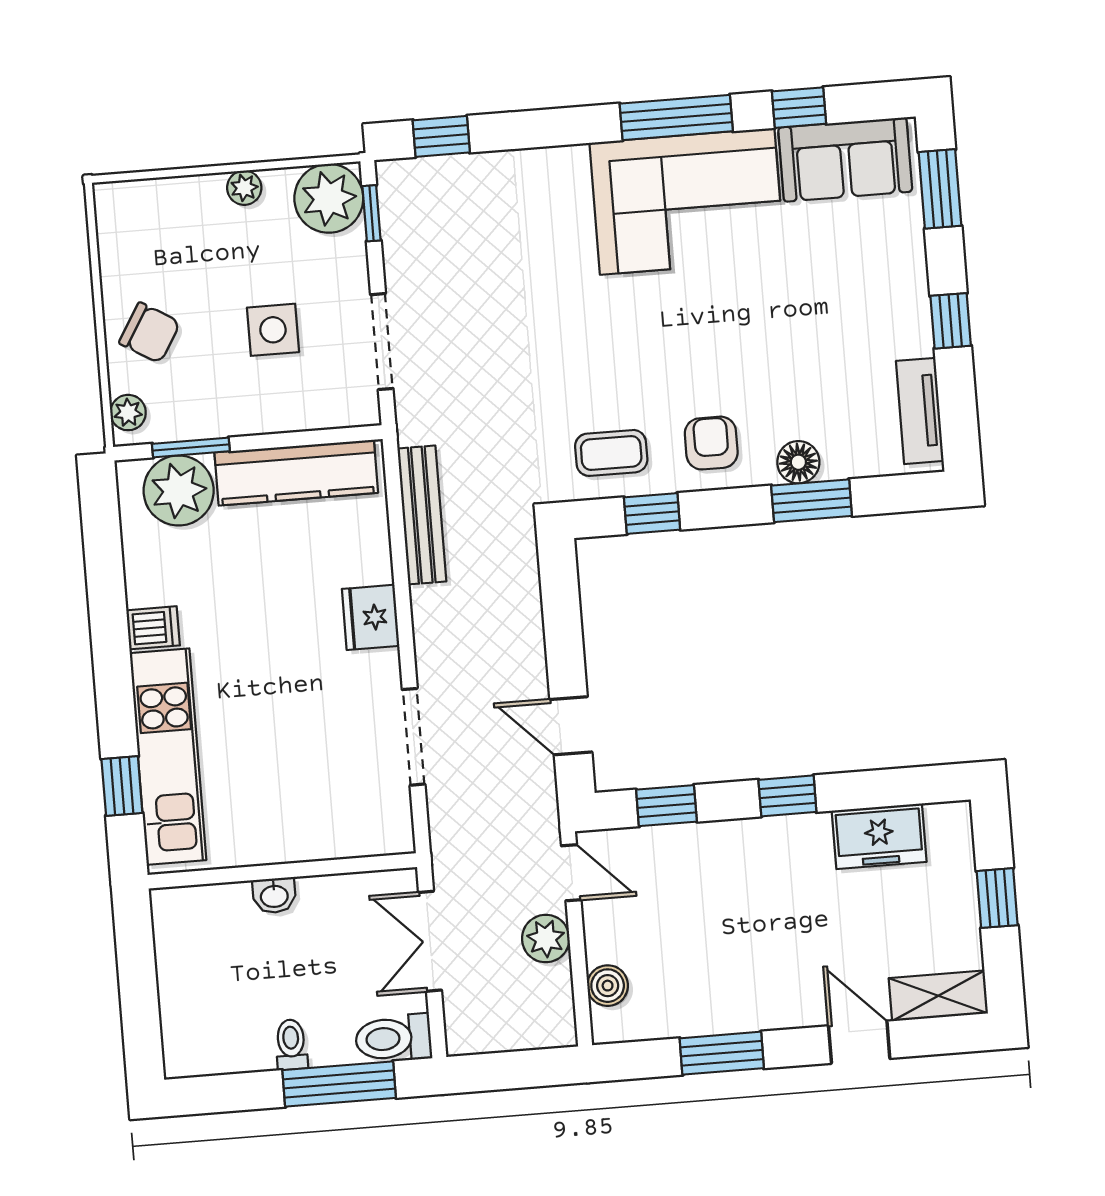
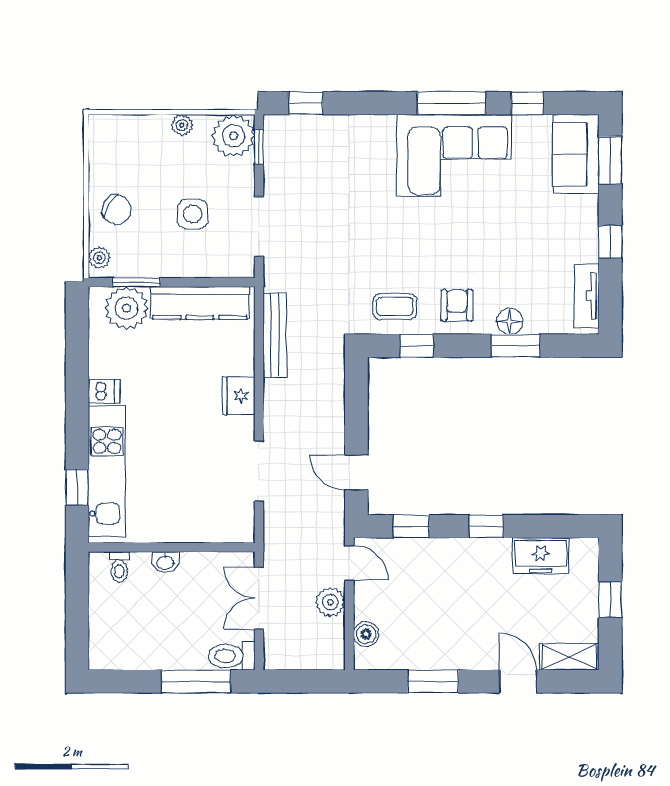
sofa: (845, 160) -> (576, 154), moved, turned 90
toilet: (291, 1045) -> (119, 567), moved, turned 180

